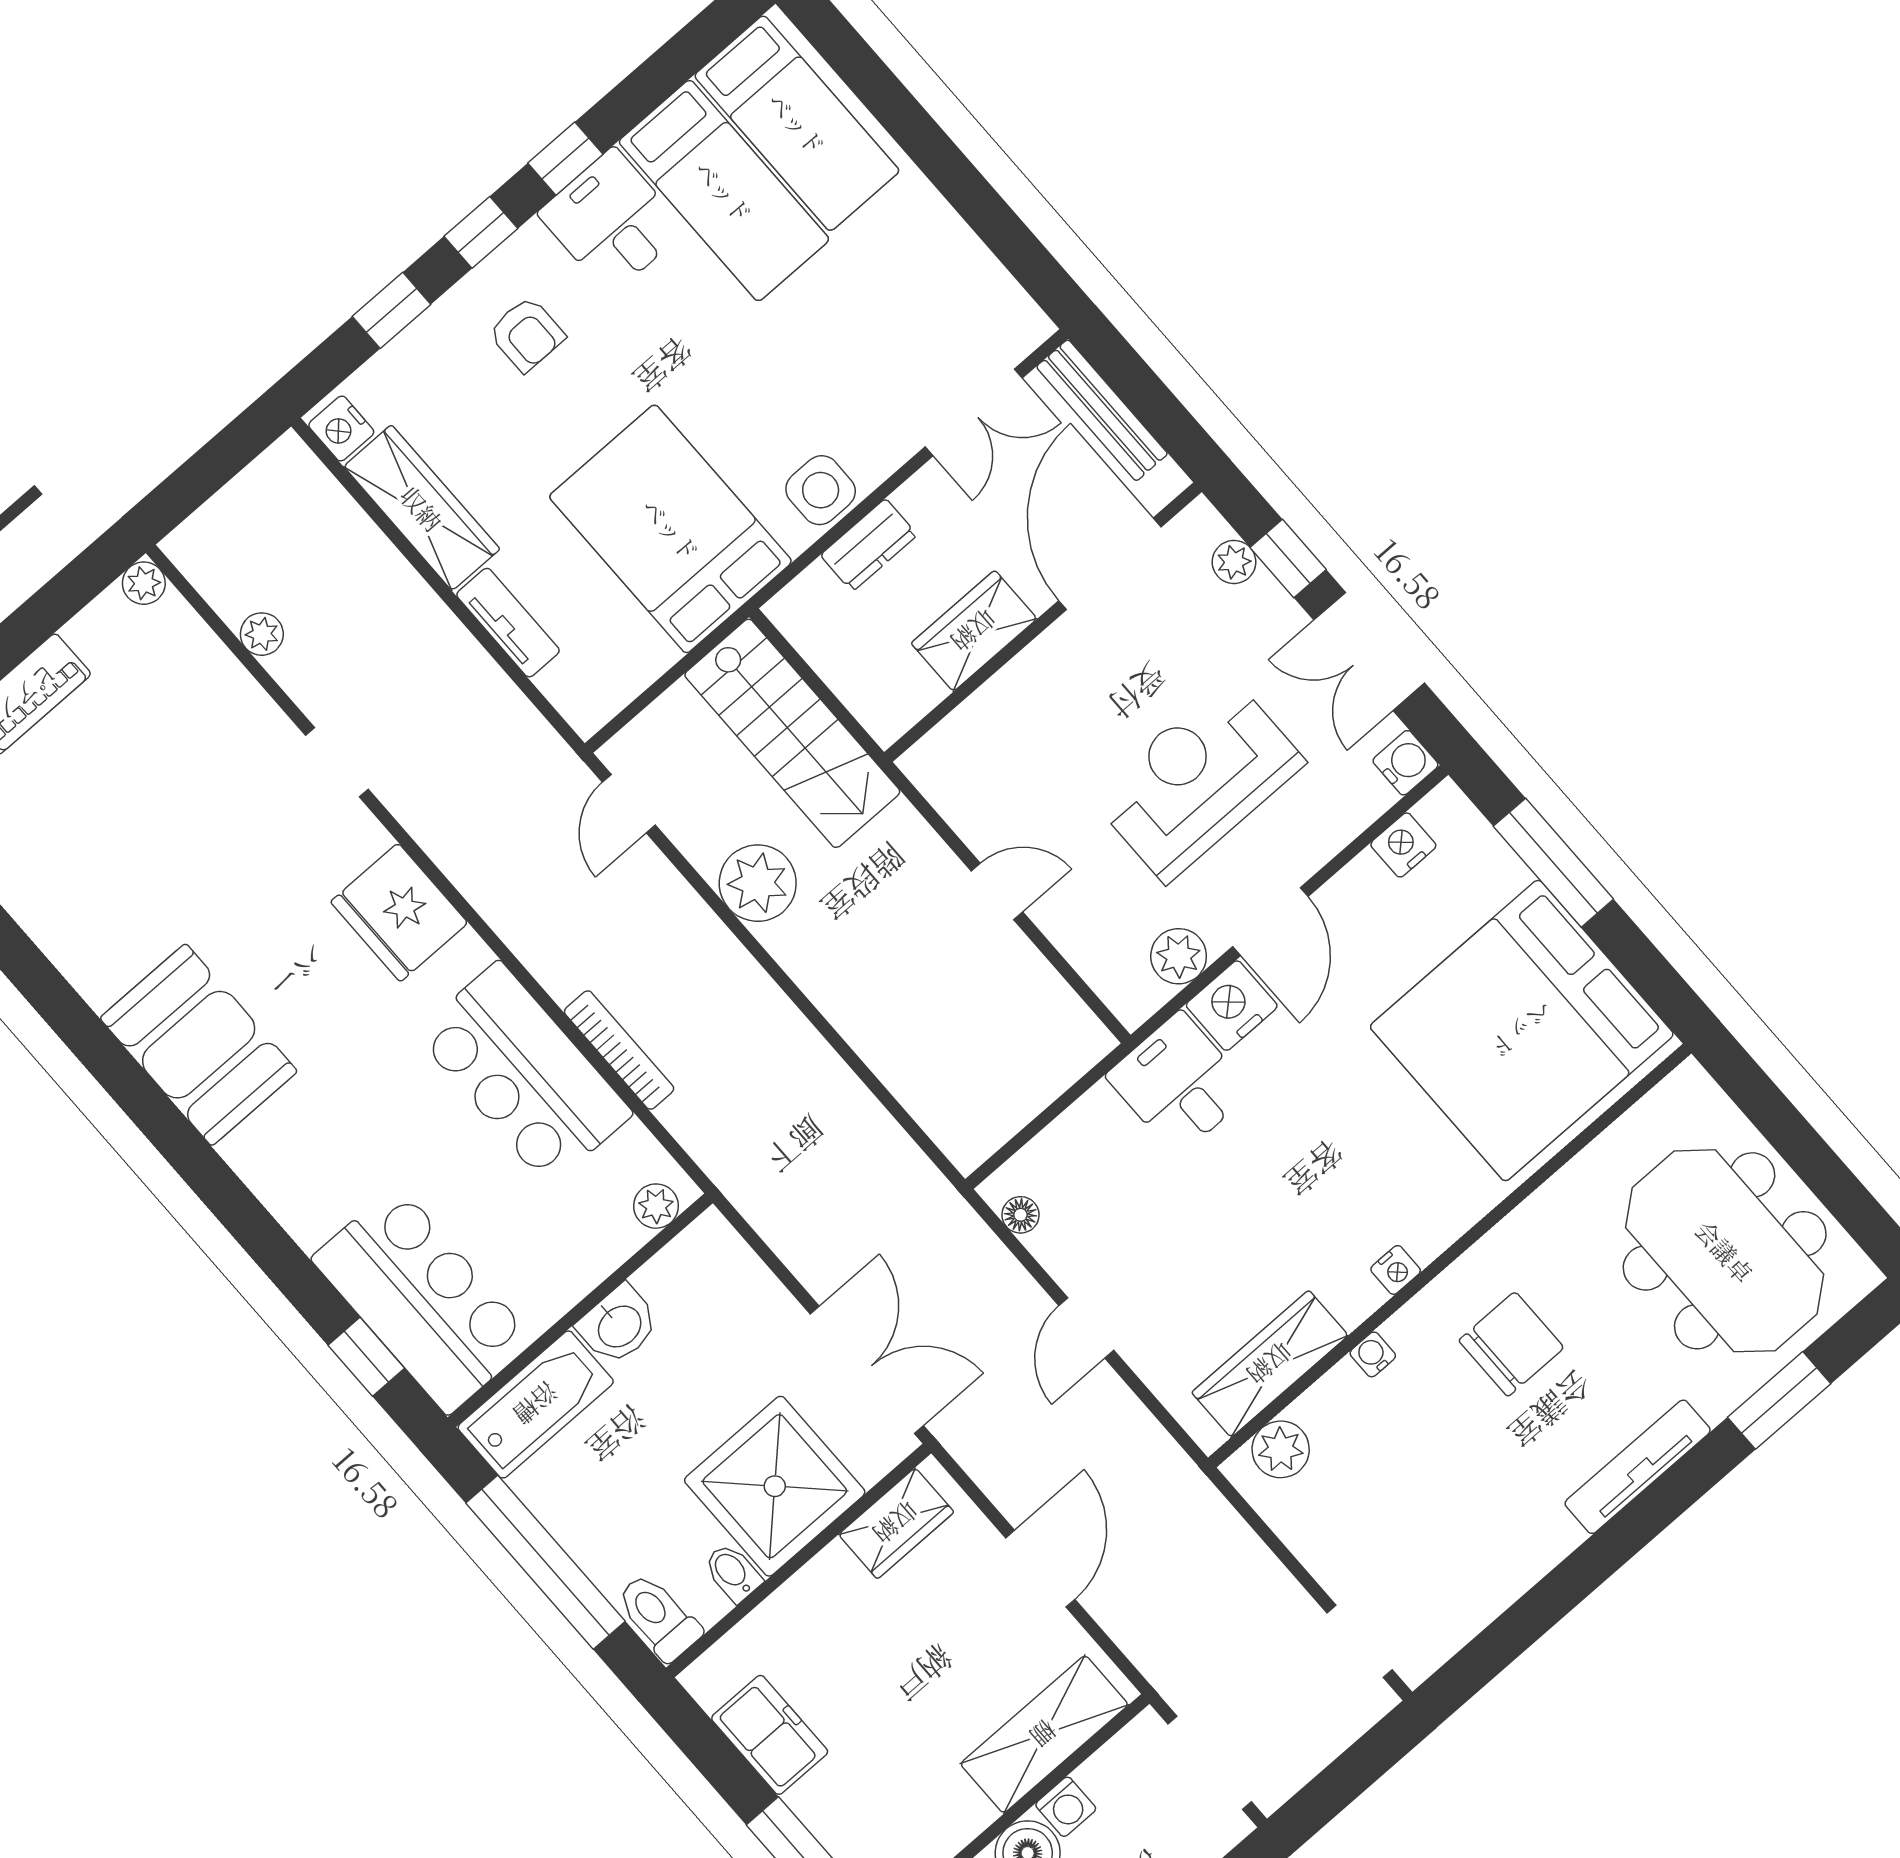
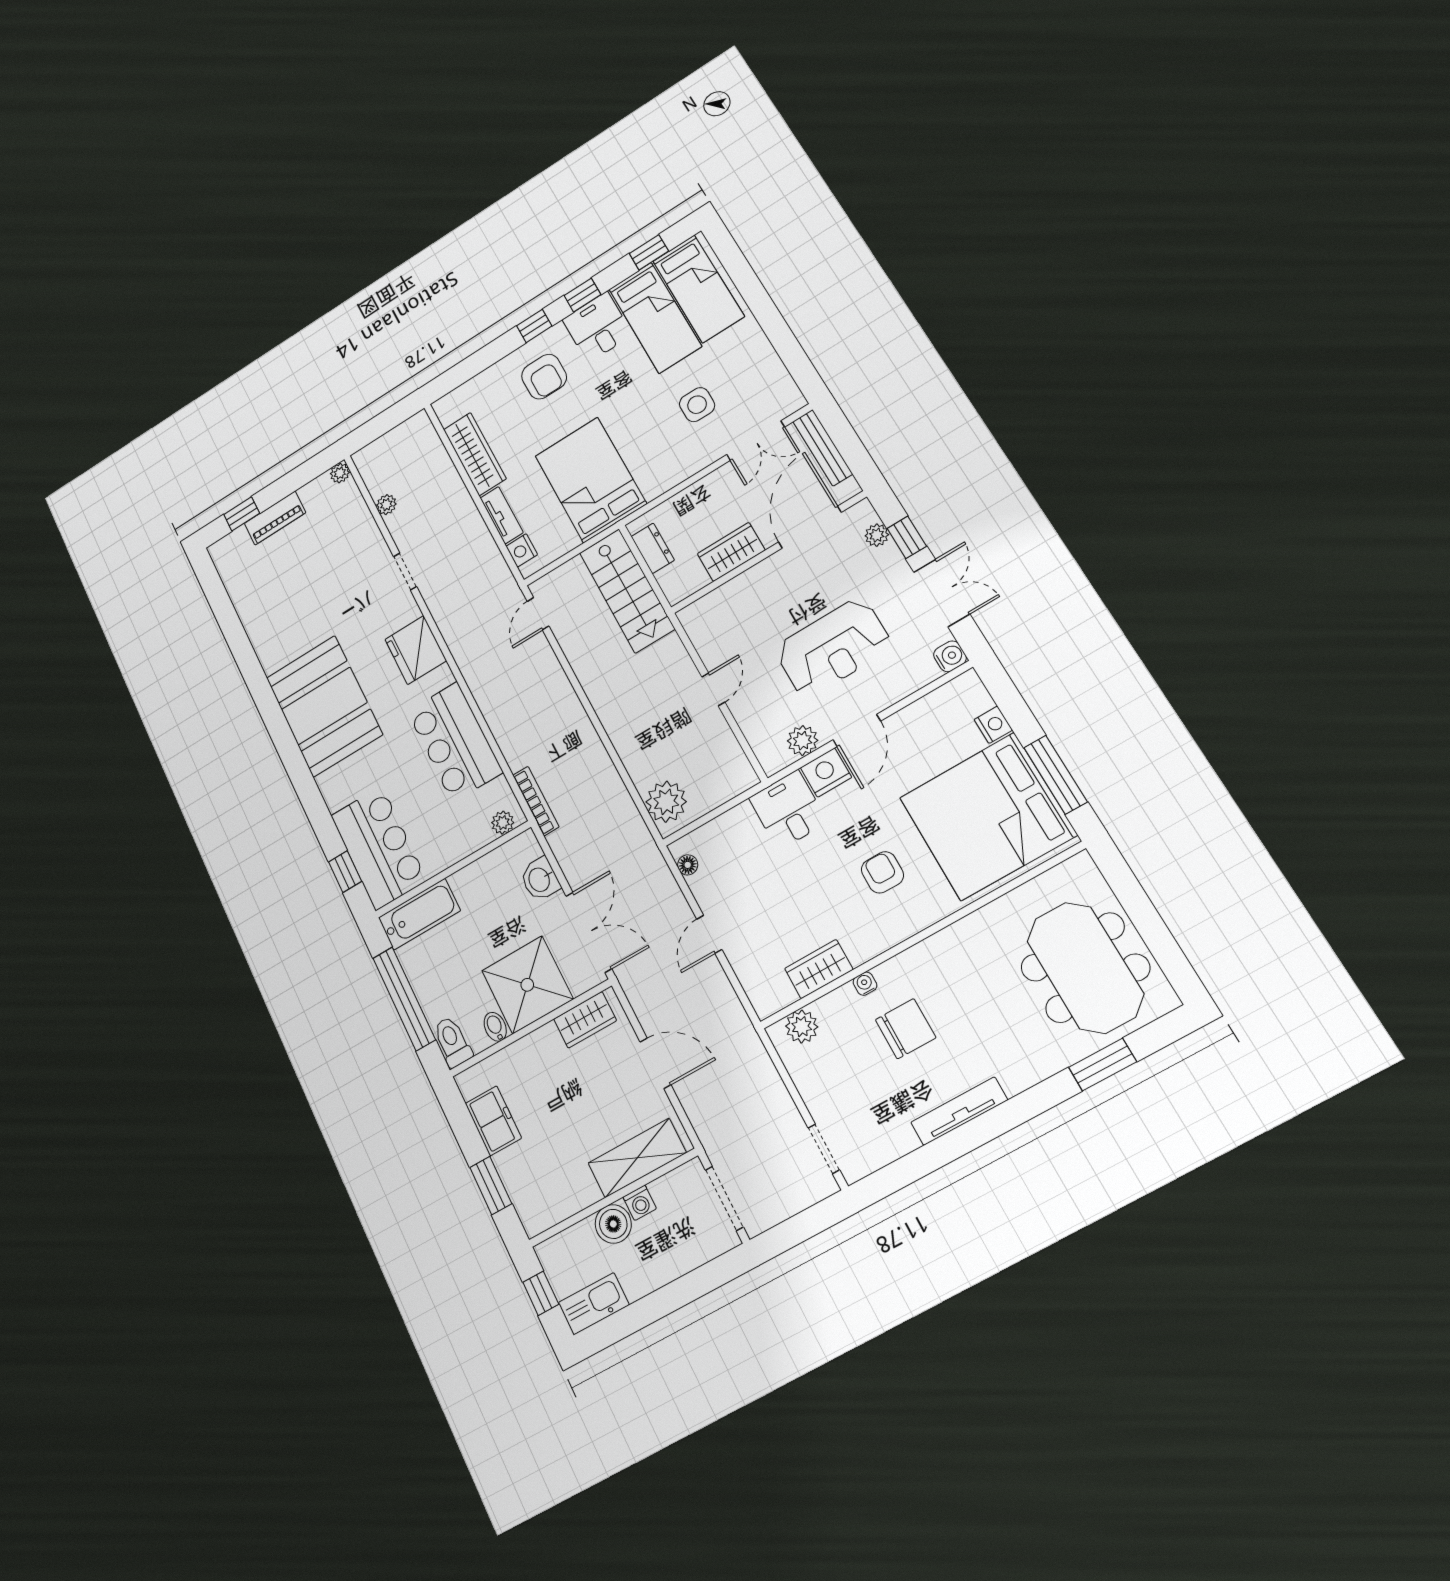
window: (392, 310) -> (649, 252), moved
armchair: (527, 334) -> (544, 377), width x1.38, depth x1.38
nightstand: (341, 428) -> (522, 550), moved
side table: (821, 490) -> (697, 405), moved
dresser: (869, 545) -> (653, 548), moved, turned -90
double door: (1369, 651) -> (942, 593), swing flipped
reception desk: (1198, 780) -> (833, 647), turned 180
nightstand: (1403, 845) -> (993, 725), moved, turned 90
window: (1553, 863) -> (1055, 775), moved
plant: (758, 883) -> (666, 802), moved
door: (997, 892) -> (713, 689), hinge flipped
booth: (199, 1045) -> (324, 706), width x1.36, depth x1.42
bookcase: (619, 1050) -> (536, 801), moved
armchair: (1364, 1160) -> (882, 872), added
nightstand: (1396, 1270) -> (888, 938), removed
washbasin: (619, 1325) -> (540, 879), moved, turned 90
chair: (1511, 1344) -> (906, 1029), moved
wardrobe: (1270, 1364) -> (819, 969), width x0.67
tv unit: (1638, 1467) -> (959, 1111), moved
door: (1040, 1569) -> (655, 1063), hinge flipped

